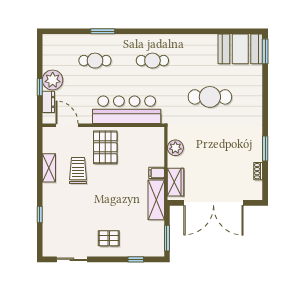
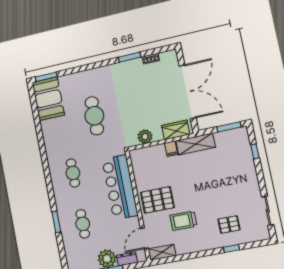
shelving: (49, 168) -> (162, 252), moved
pallet: (109, 238) -> (229, 225), moved, turned 90

